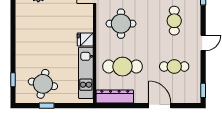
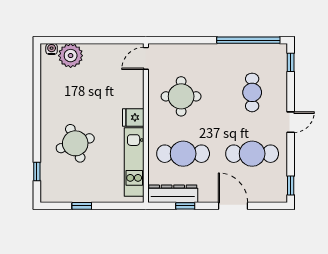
cafe table: (174, 67) -> (252, 154), width x1.37, depth x1.35
round table: (43, 84) -> (75, 143), moved, turned -31
window: (124, 106) -> (185, 206), added

